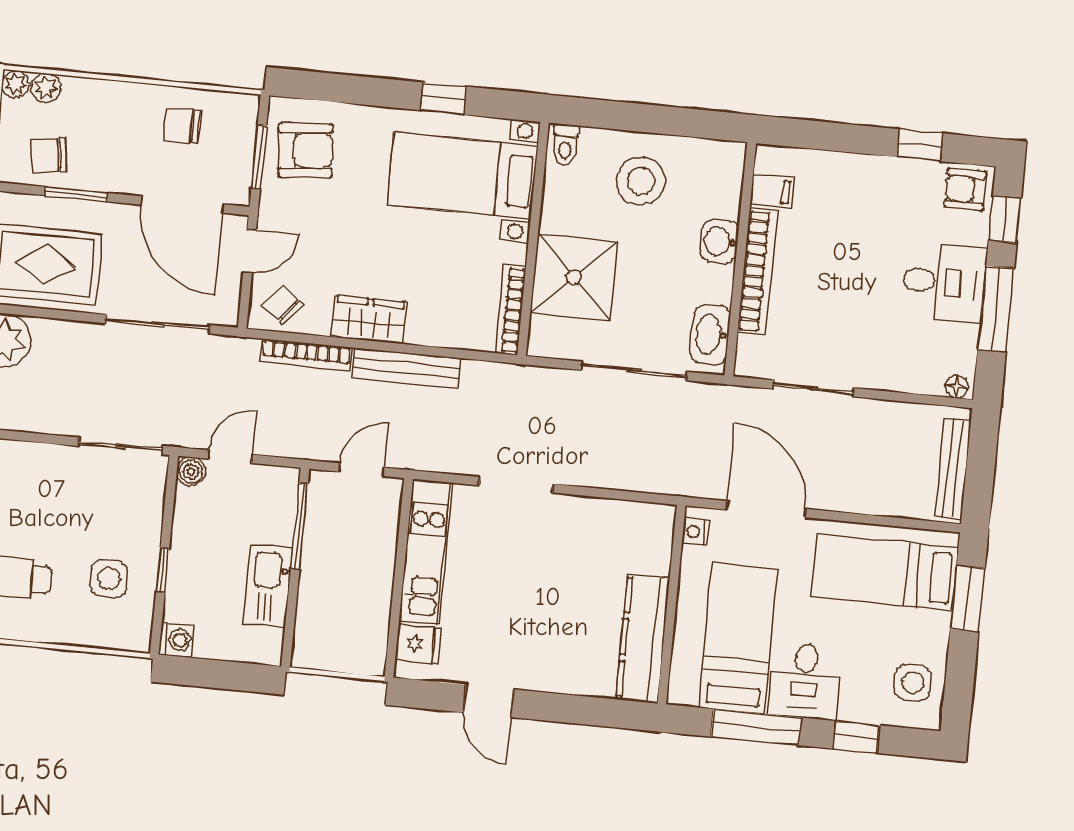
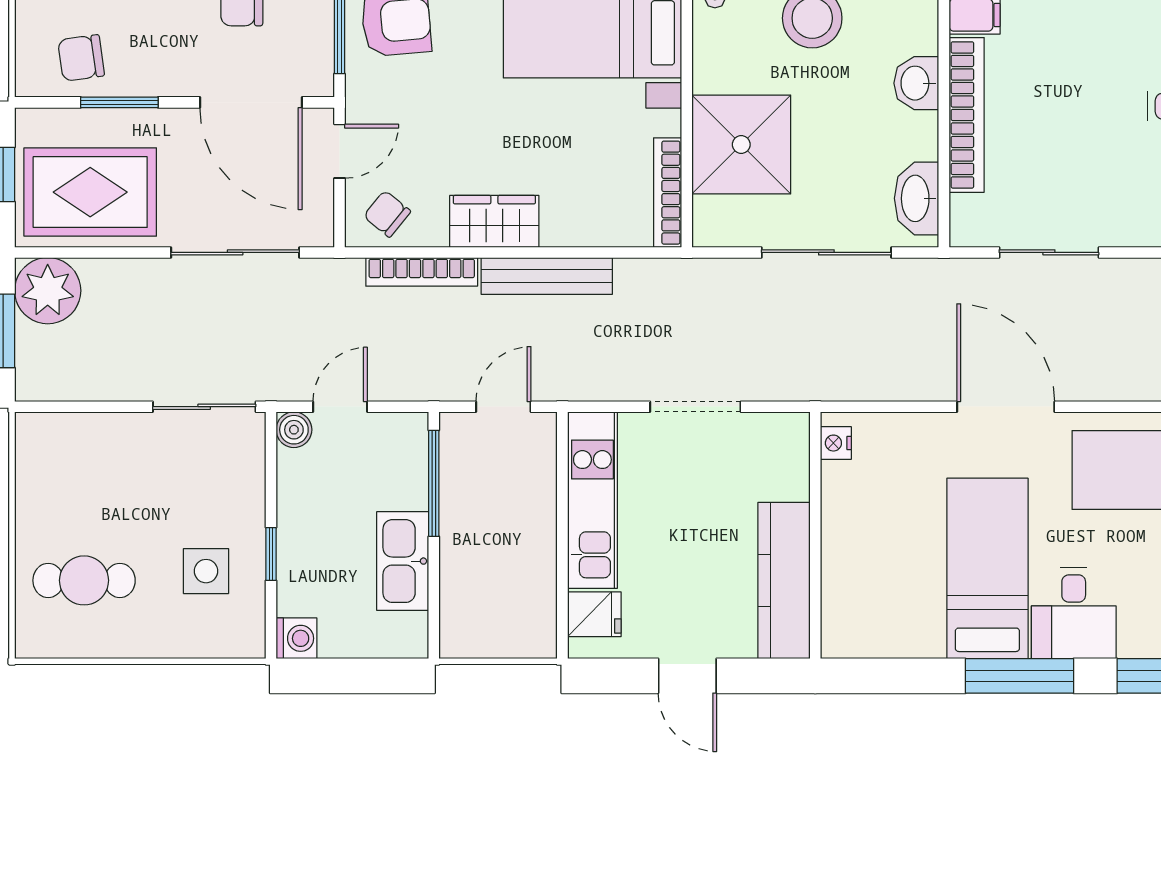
nightstand: (695, 532) -> (836, 443), moved
wall: (672, 605) -> (815, 535), moved
kitchen counter: (643, 638) -> (784, 580), moved

